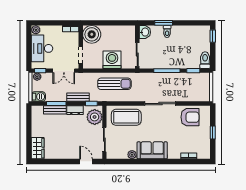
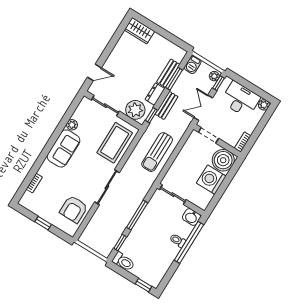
window: (164, 23) -> (189, 242), width x2.11
washing machine: (112, 60) -> (211, 180), moved, turned 180

